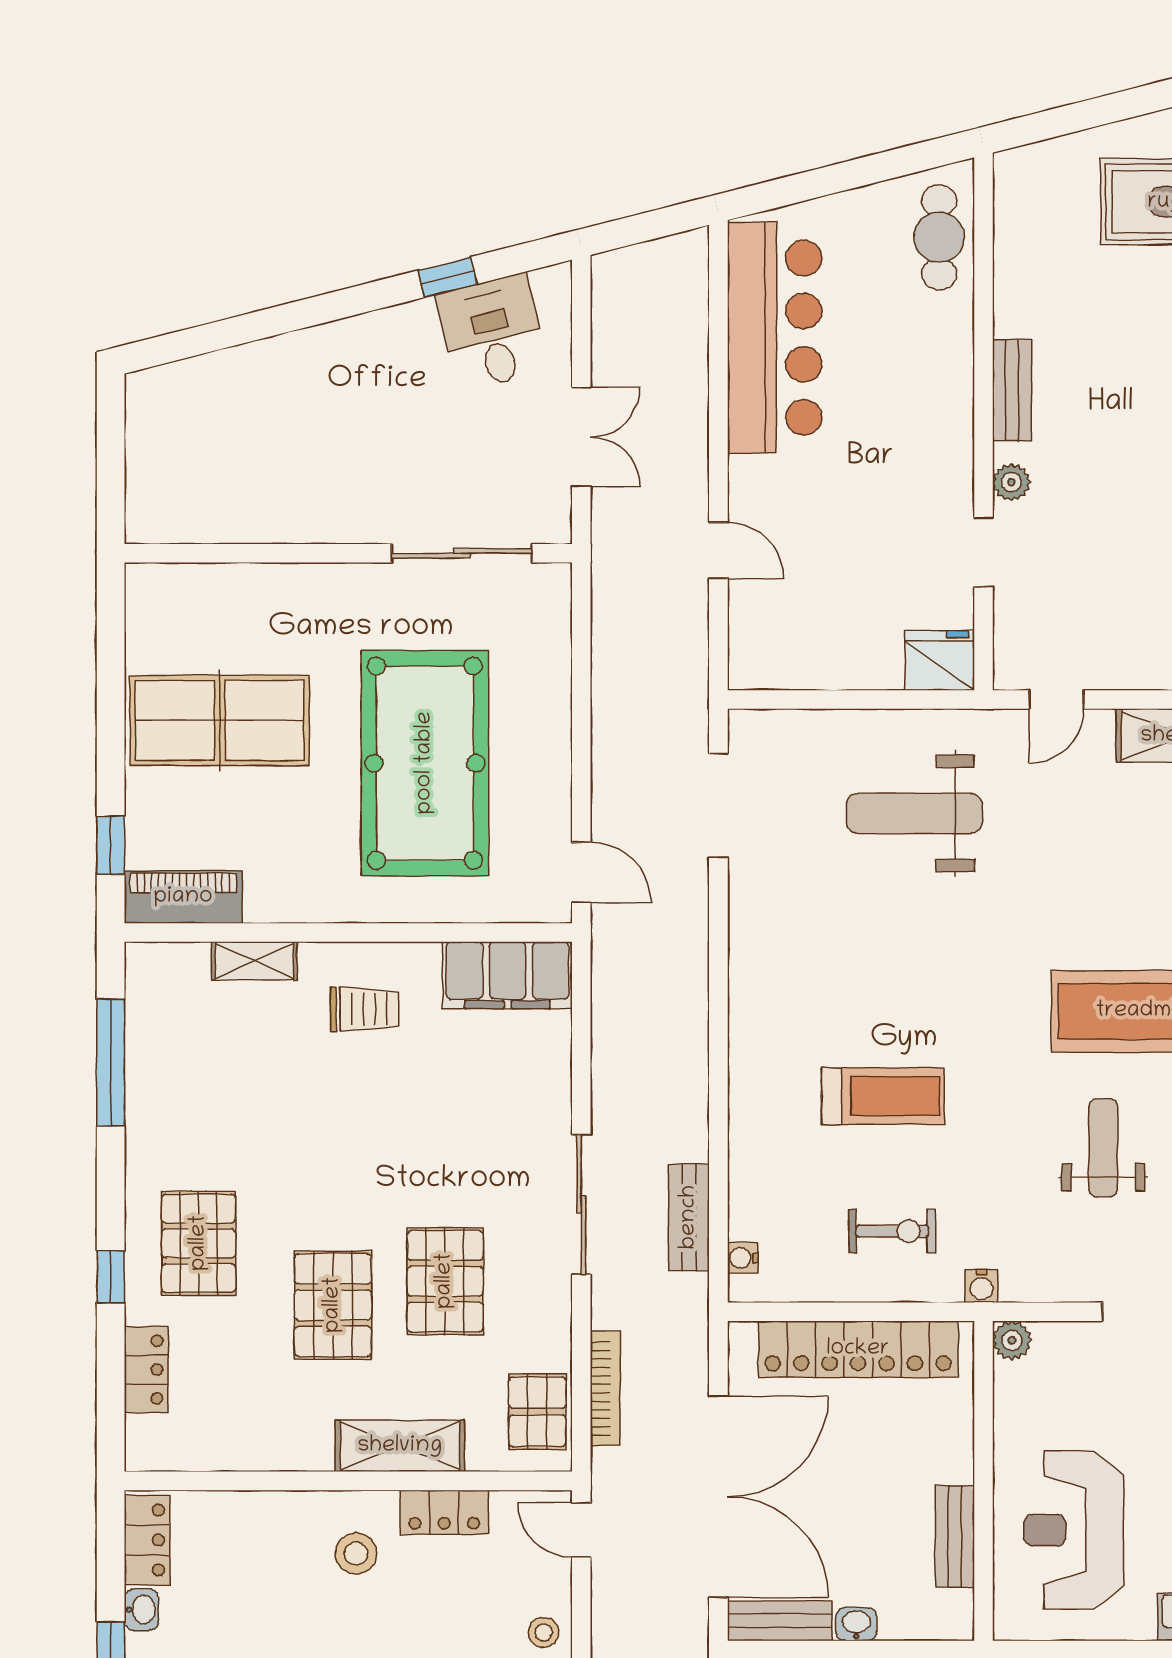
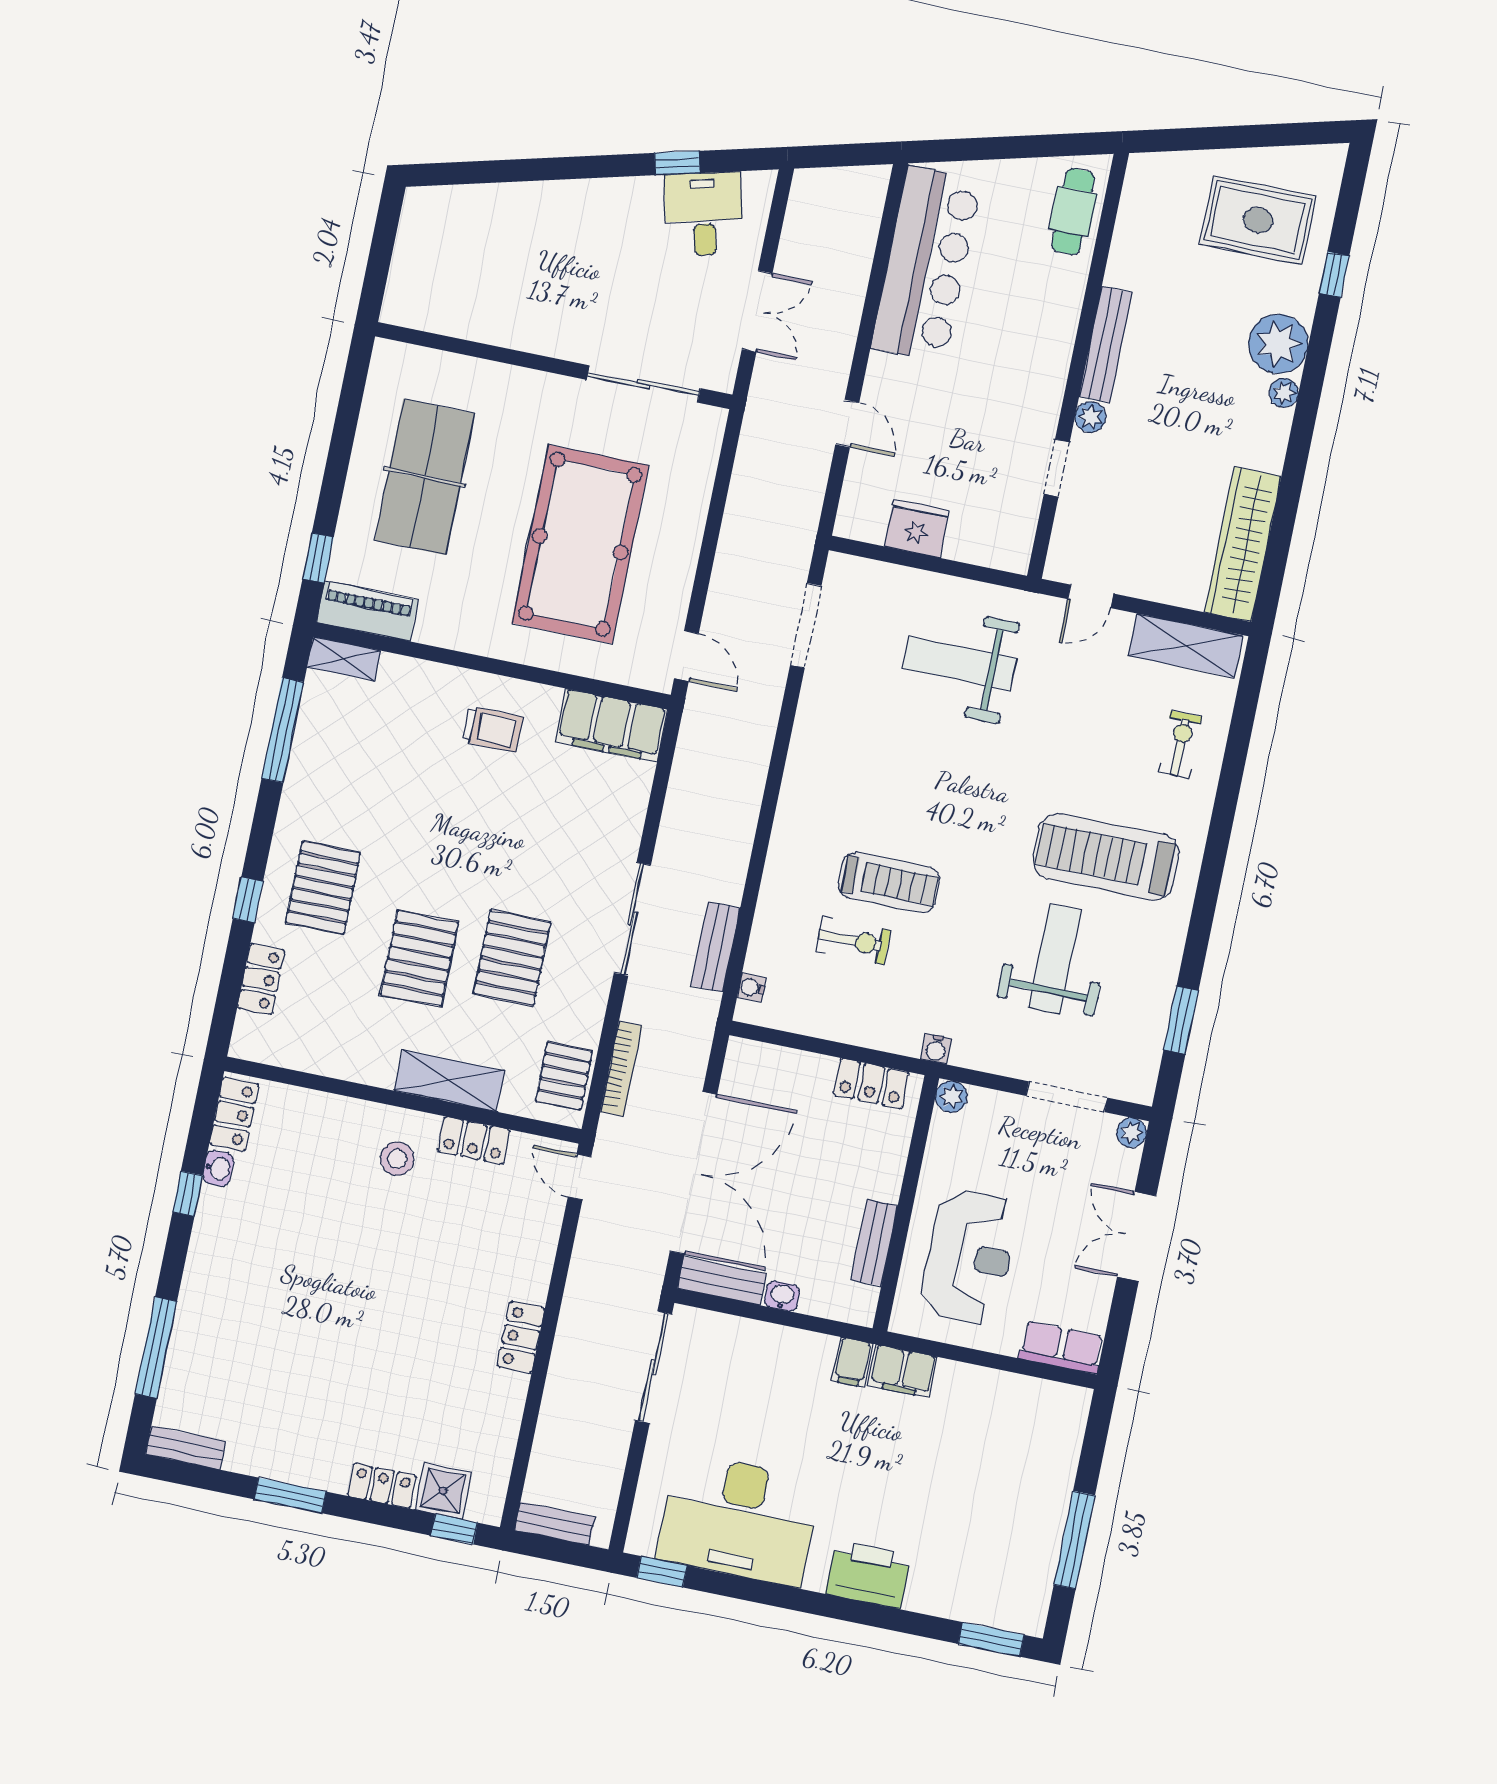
bench: (1012, 390) -> (1106, 344), width x1.36
fridge: (940, 660) -> (917, 528), moved
table tennis table: (220, 720) -> (425, 477), turned 90
shelving: (254, 961) -> (344, 659), moved
weight bench: (1103, 1148) -> (1055, 959), width x1.36, depth x1.33
exercise bike: (892, 1231) -> (853, 941), moved
locker: (858, 1349) -> (871, 1083), width x0.46, depth x0.83
reception desk: (1074, 1530) -> (969, 1257), turned 180
stool: (544, 1632) -> (533, 1252), removed

